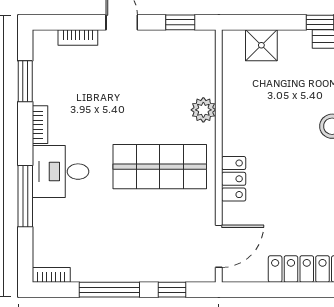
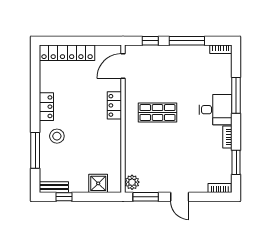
window: (180, 22) -> (146, 197), width x1.50
bookcase: (78, 37) -> (220, 188), moved
plant: (203, 110) -> (132, 182), moved
shop shelf: (160, 167) -> (158, 113), width x0.70, depth x0.74

